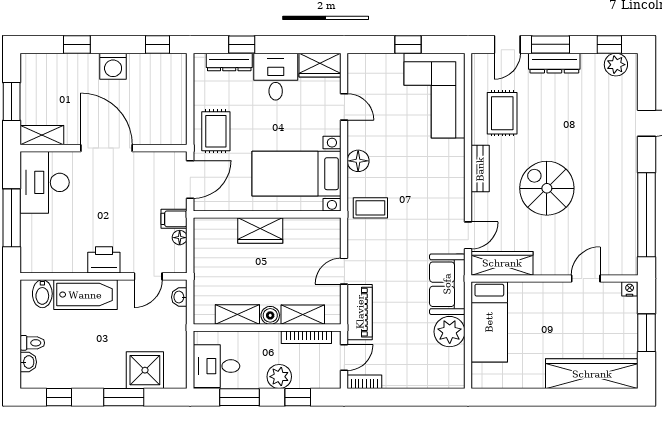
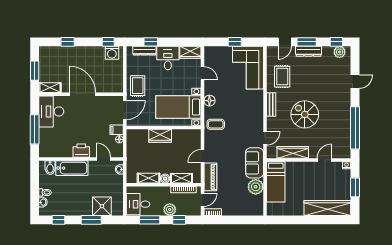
washing machine: (113, 66) -> (112, 53), moved
wardrobe: (502, 263) -> (293, 152), moved
door: (148, 276) -> (103, 159), swing flipped

